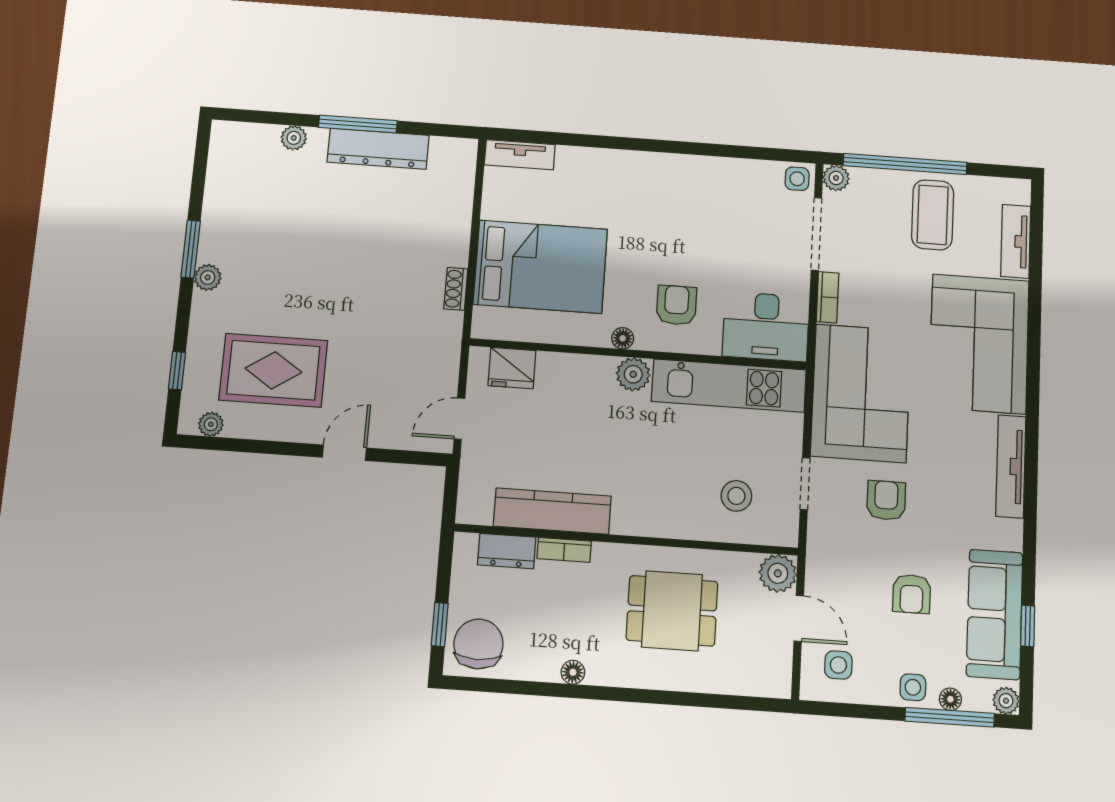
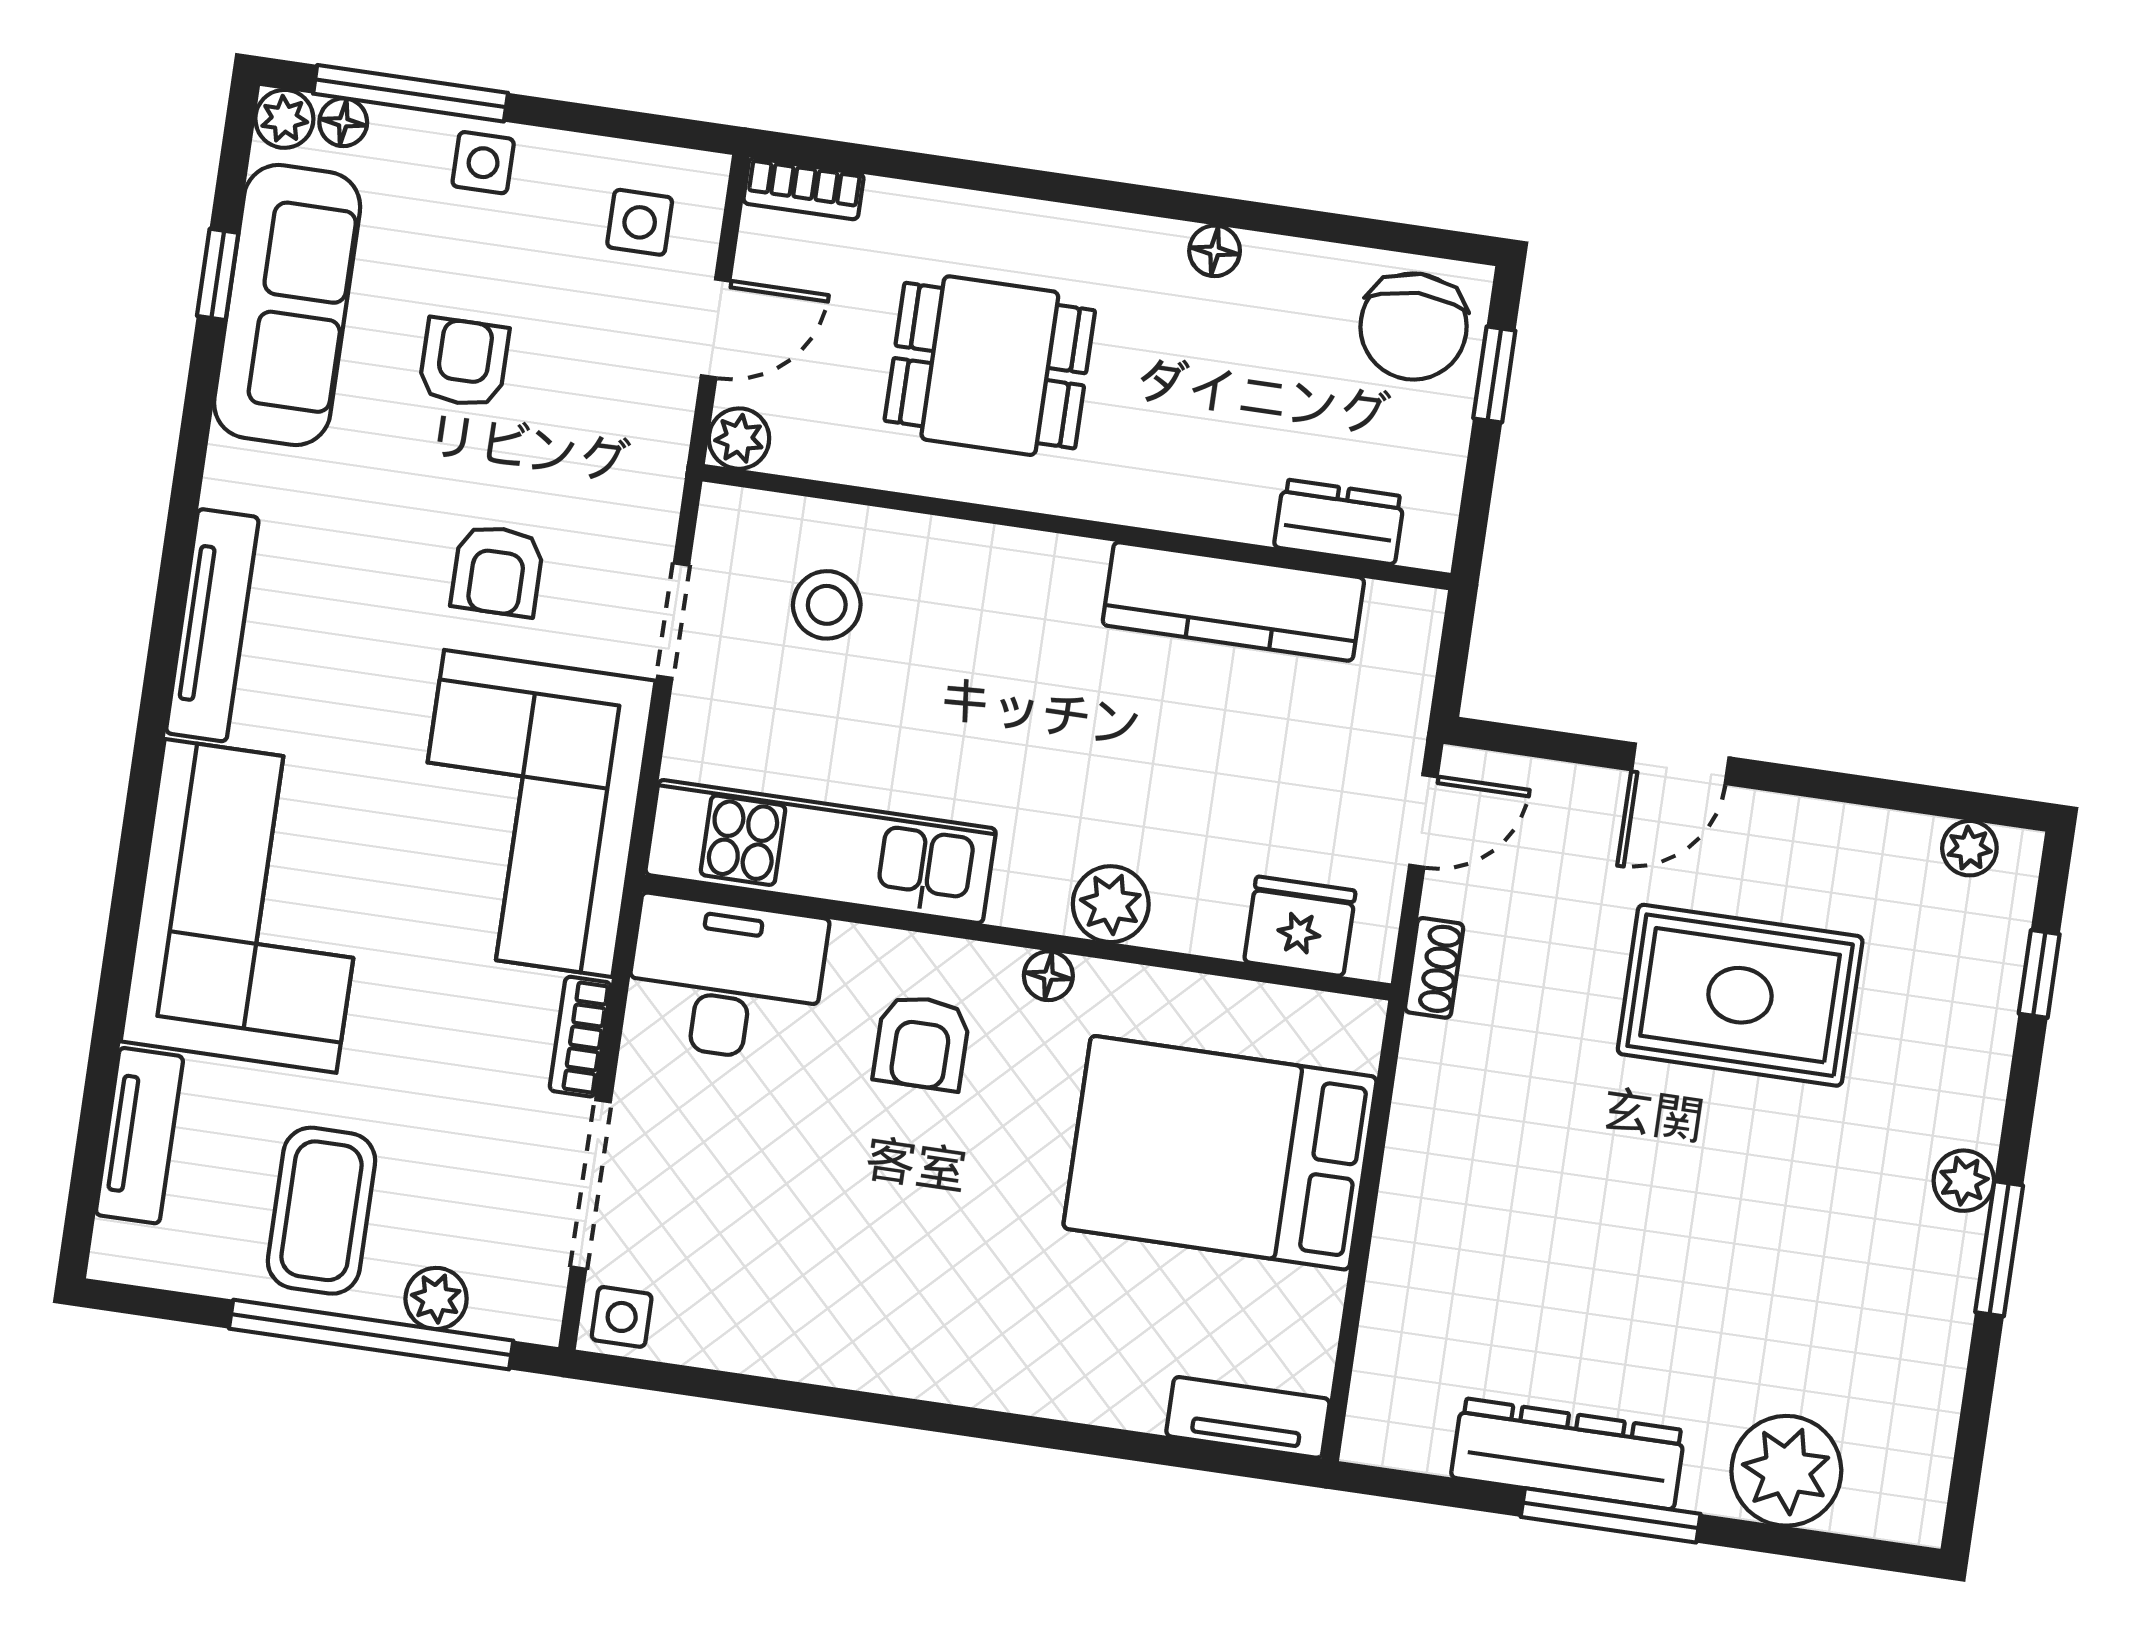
plant: (294, 138) -> (1786, 1471), width x1.87, depth x1.87
plant: (836, 178) -> (436, 1298), moved
shoe rack: (456, 289) -> (1434, 968), moved
rug: (273, 370) -> (1740, 995), moved
plant: (633, 374) -> (1111, 904), moved
bookcase: (564, 550) -> (804, 189), moved, turned 180
plant: (778, 573) -> (739, 439), width x0.73, depth x0.73
door: (799, 618) -> (716, 328), swing flipped
floor lamp: (950, 699) -> (343, 122), moved

